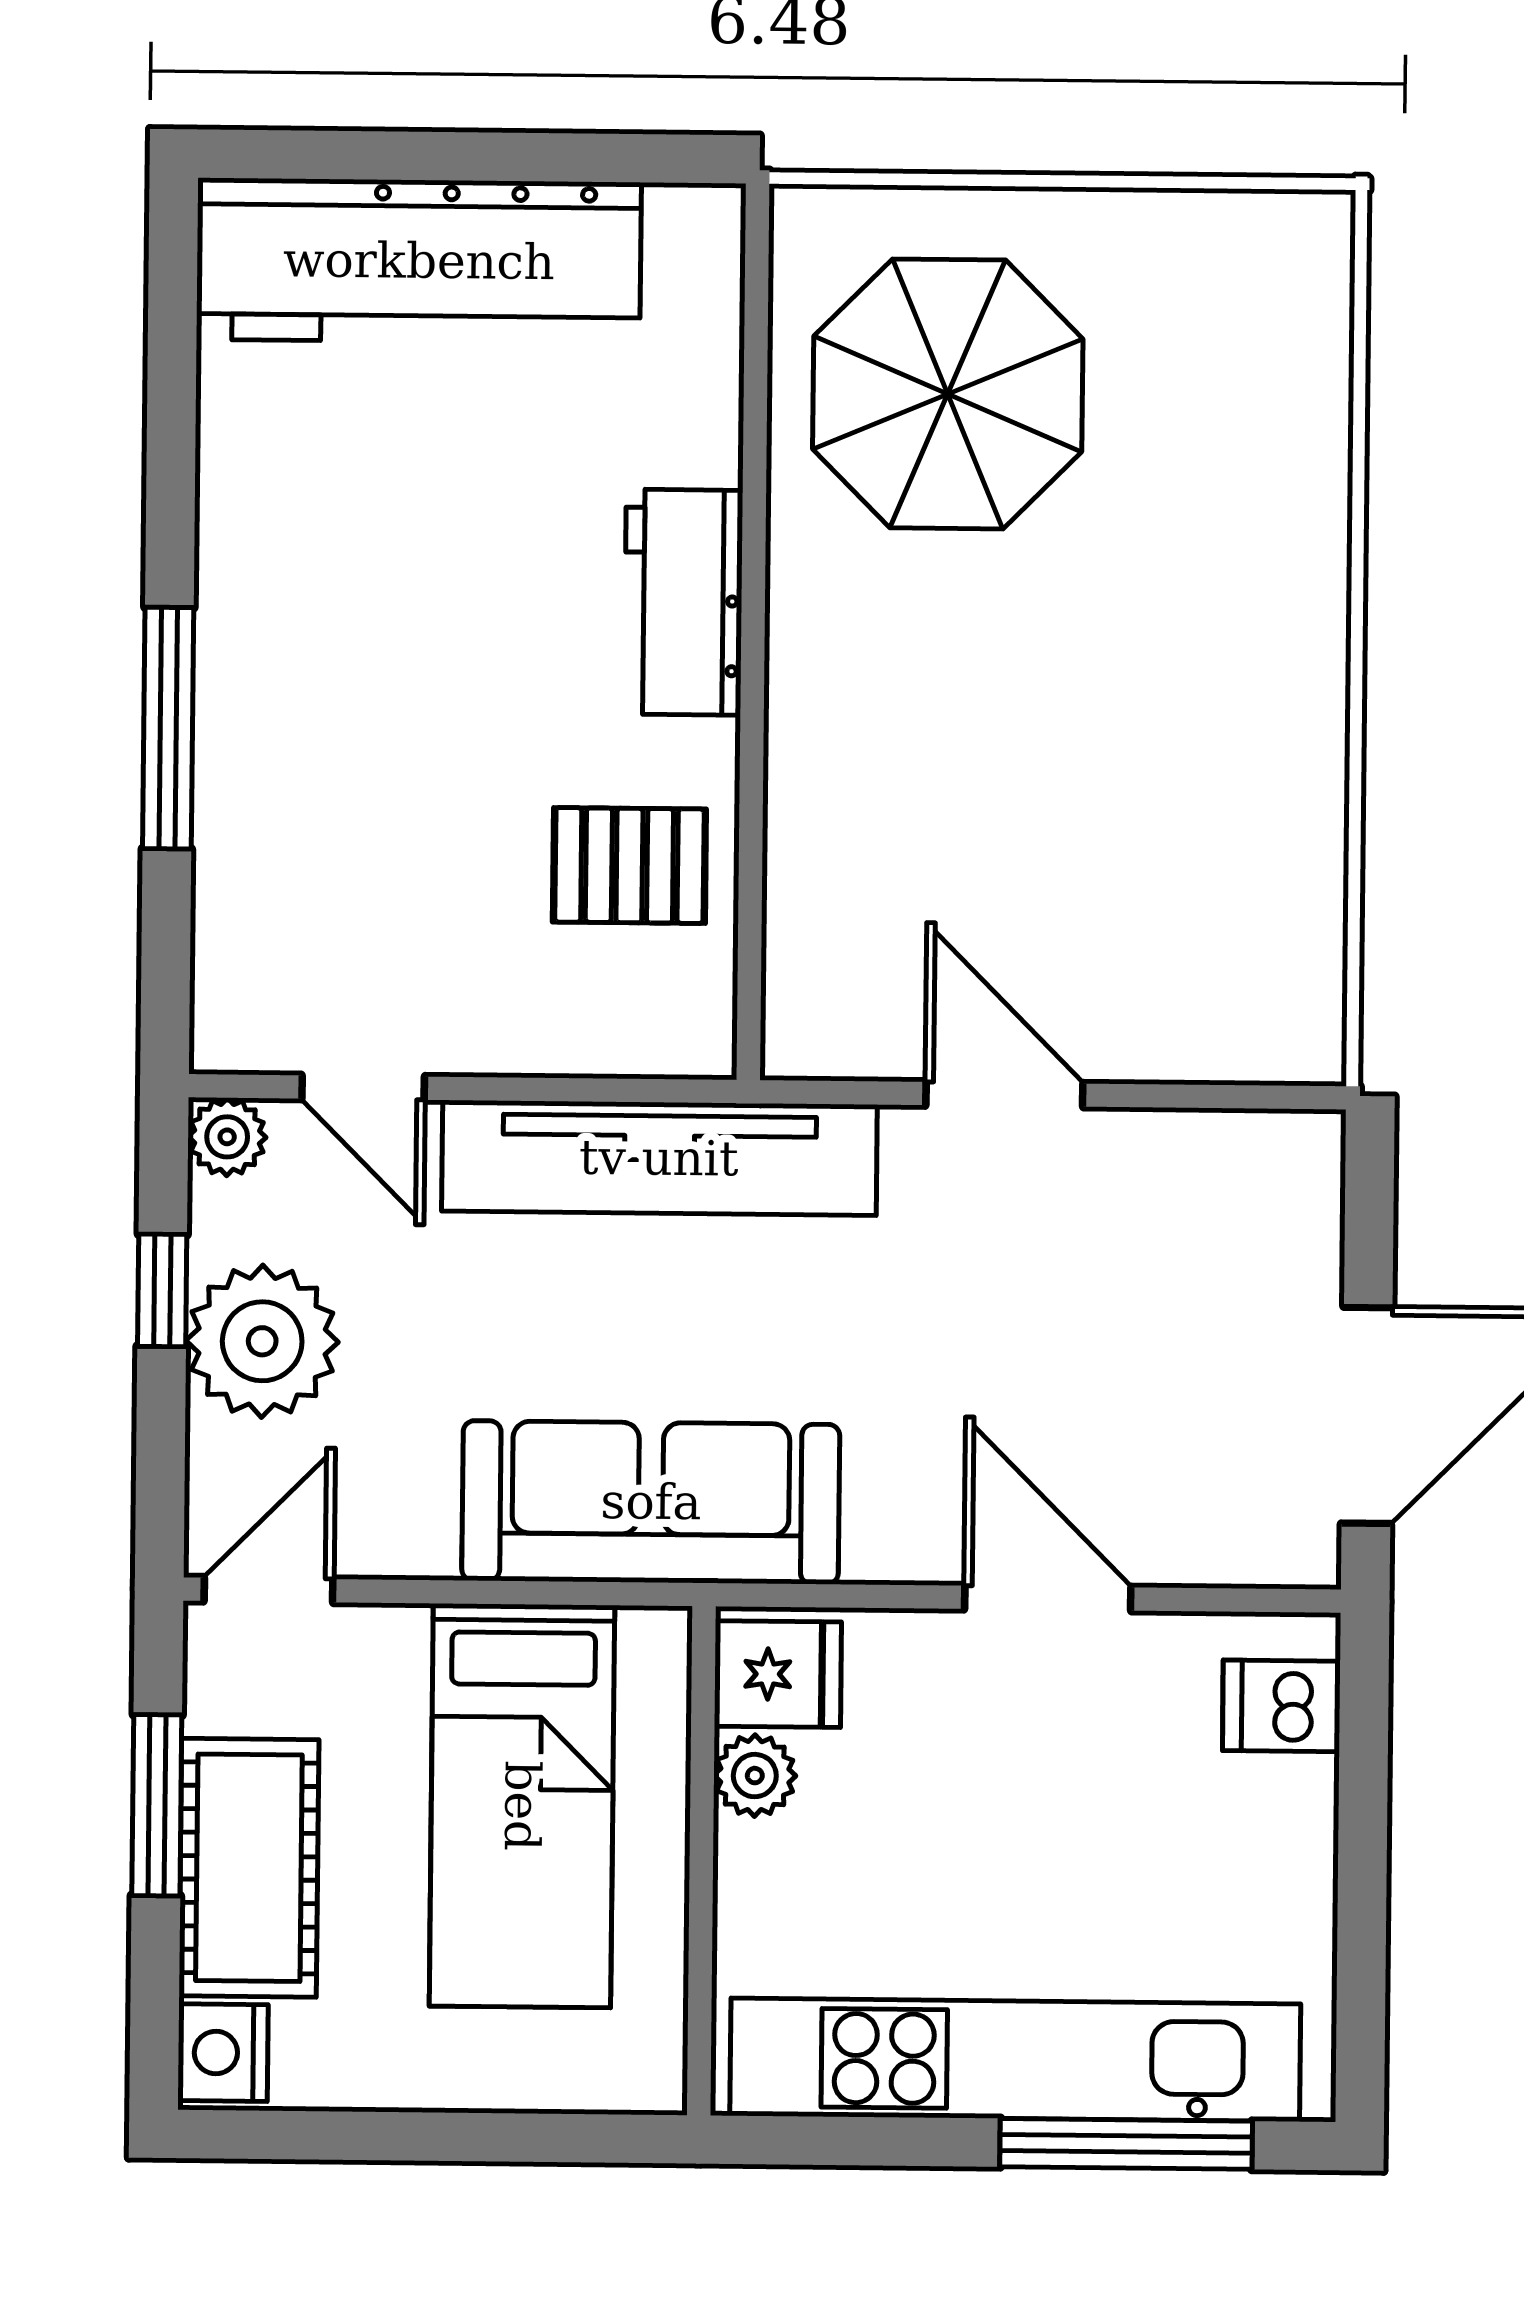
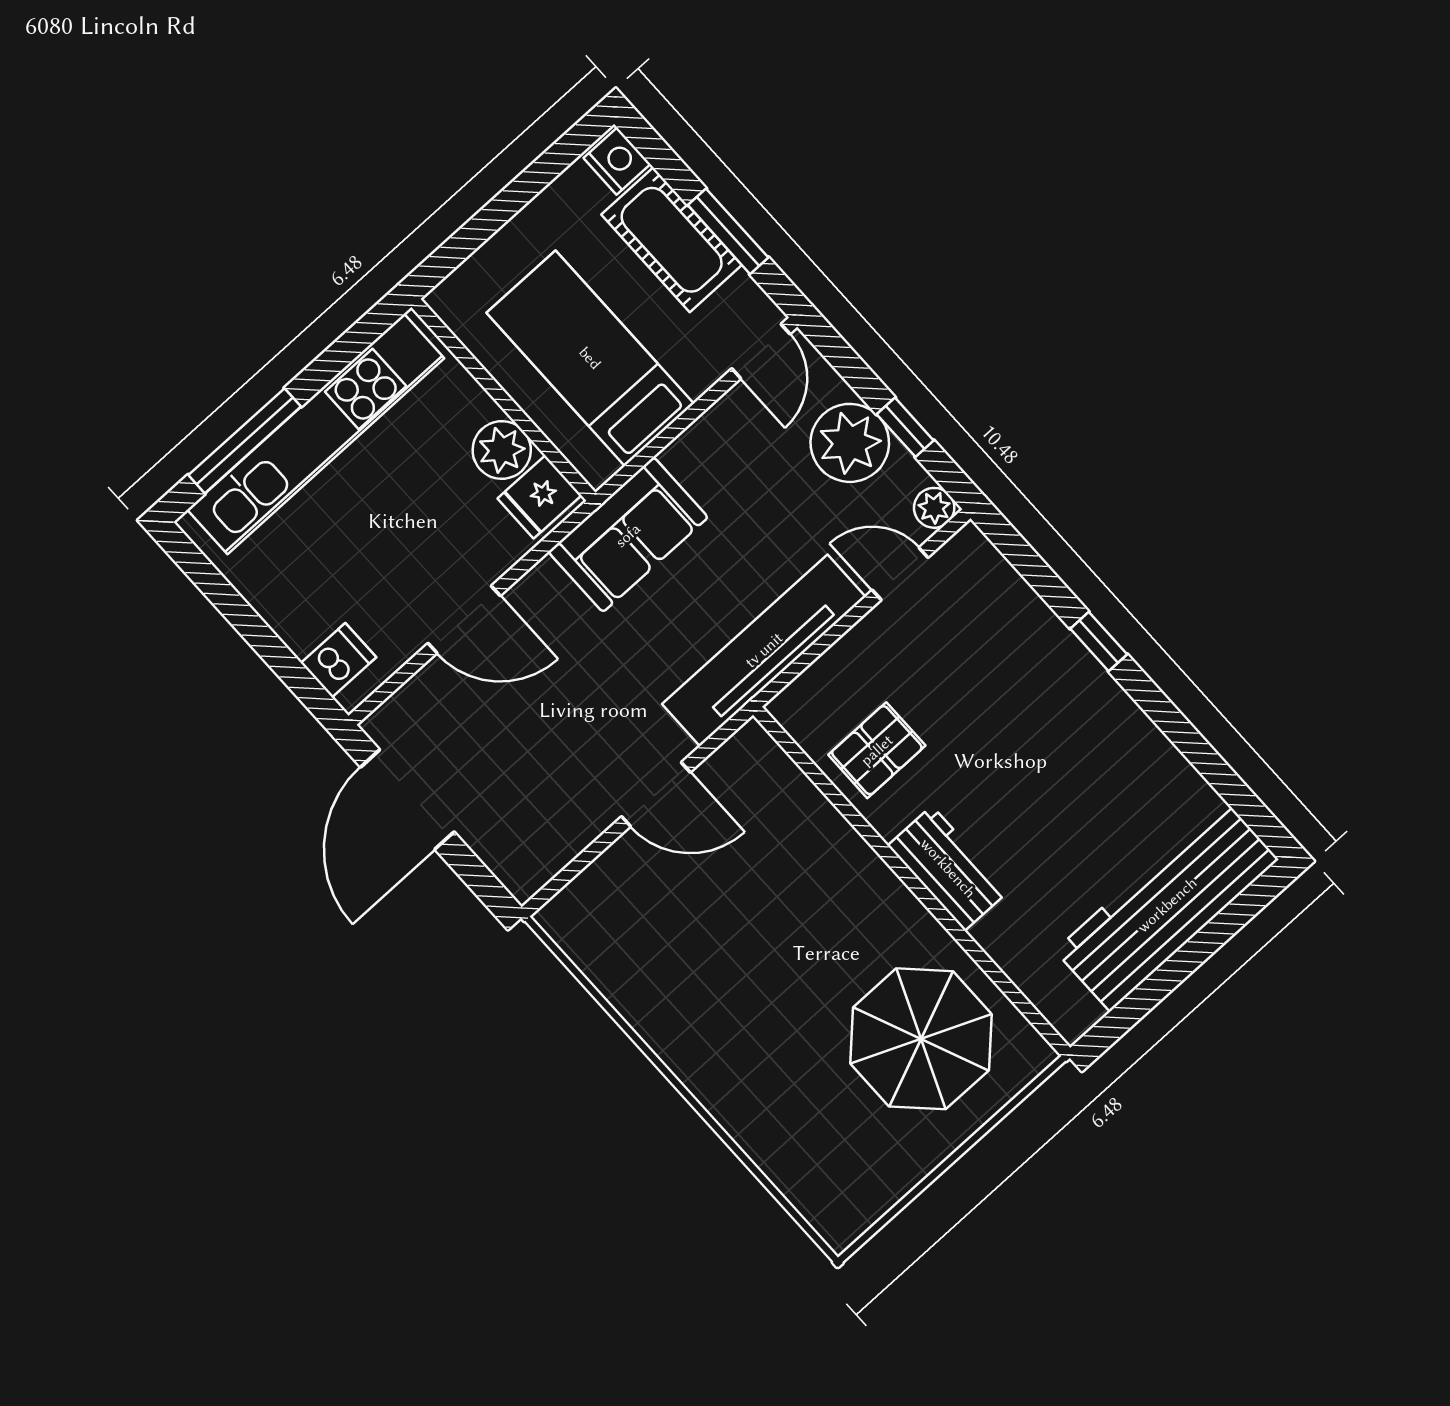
window: (168, 728) -> (1099, 641), width x0.46
sofa: (651, 1502) -> (628, 535), width x0.73
plant: (755, 1776) -> (502, 450), width x1.38, depth x1.38

